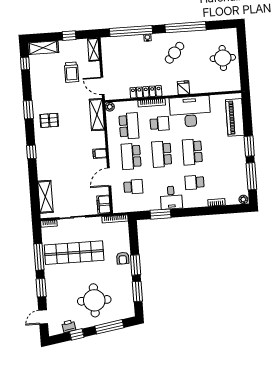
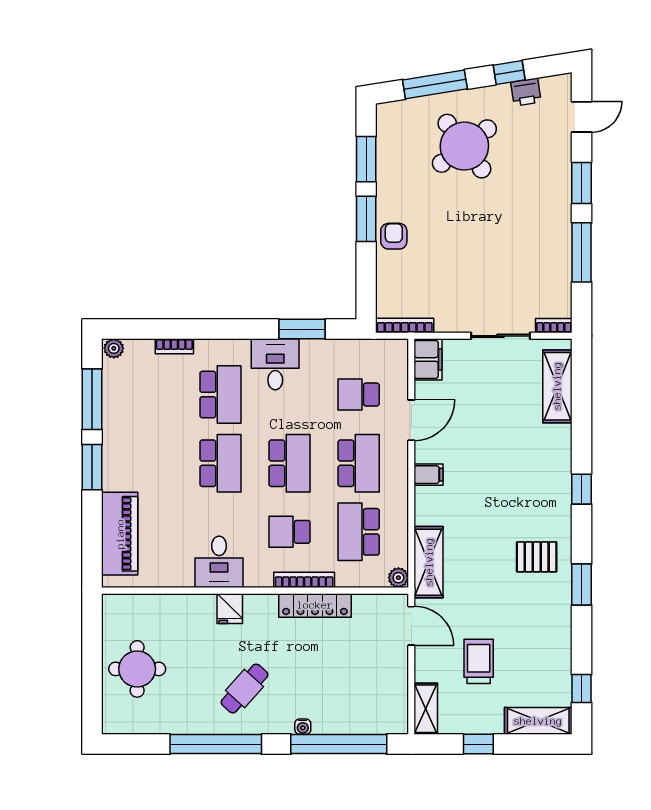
desk: (190, 112) -> (219, 562), width x0.53, depth x0.77
school desk: (195, 182) -> (221, 395), width x1.85
shop shelf: (74, 253) -> (502, 256), removed
round table: (94, 300) -> (464, 146), turned -37

